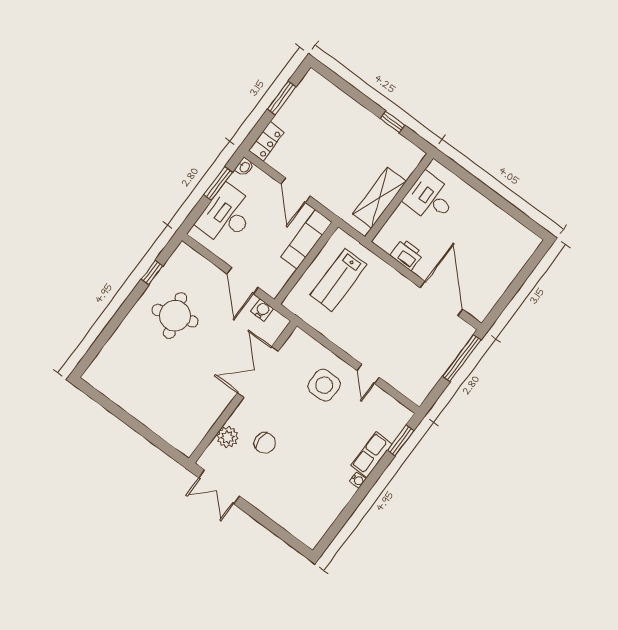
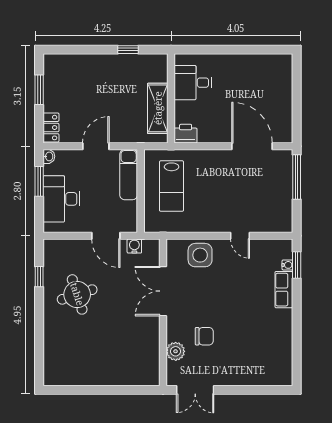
door: (295, 190) -> (96, 146), swing flipped
printer: (407, 254) -> (186, 134), moved
side table: (324, 385) -> (200, 255), moved
water cooler: (358, 480) -> (287, 265), moved

